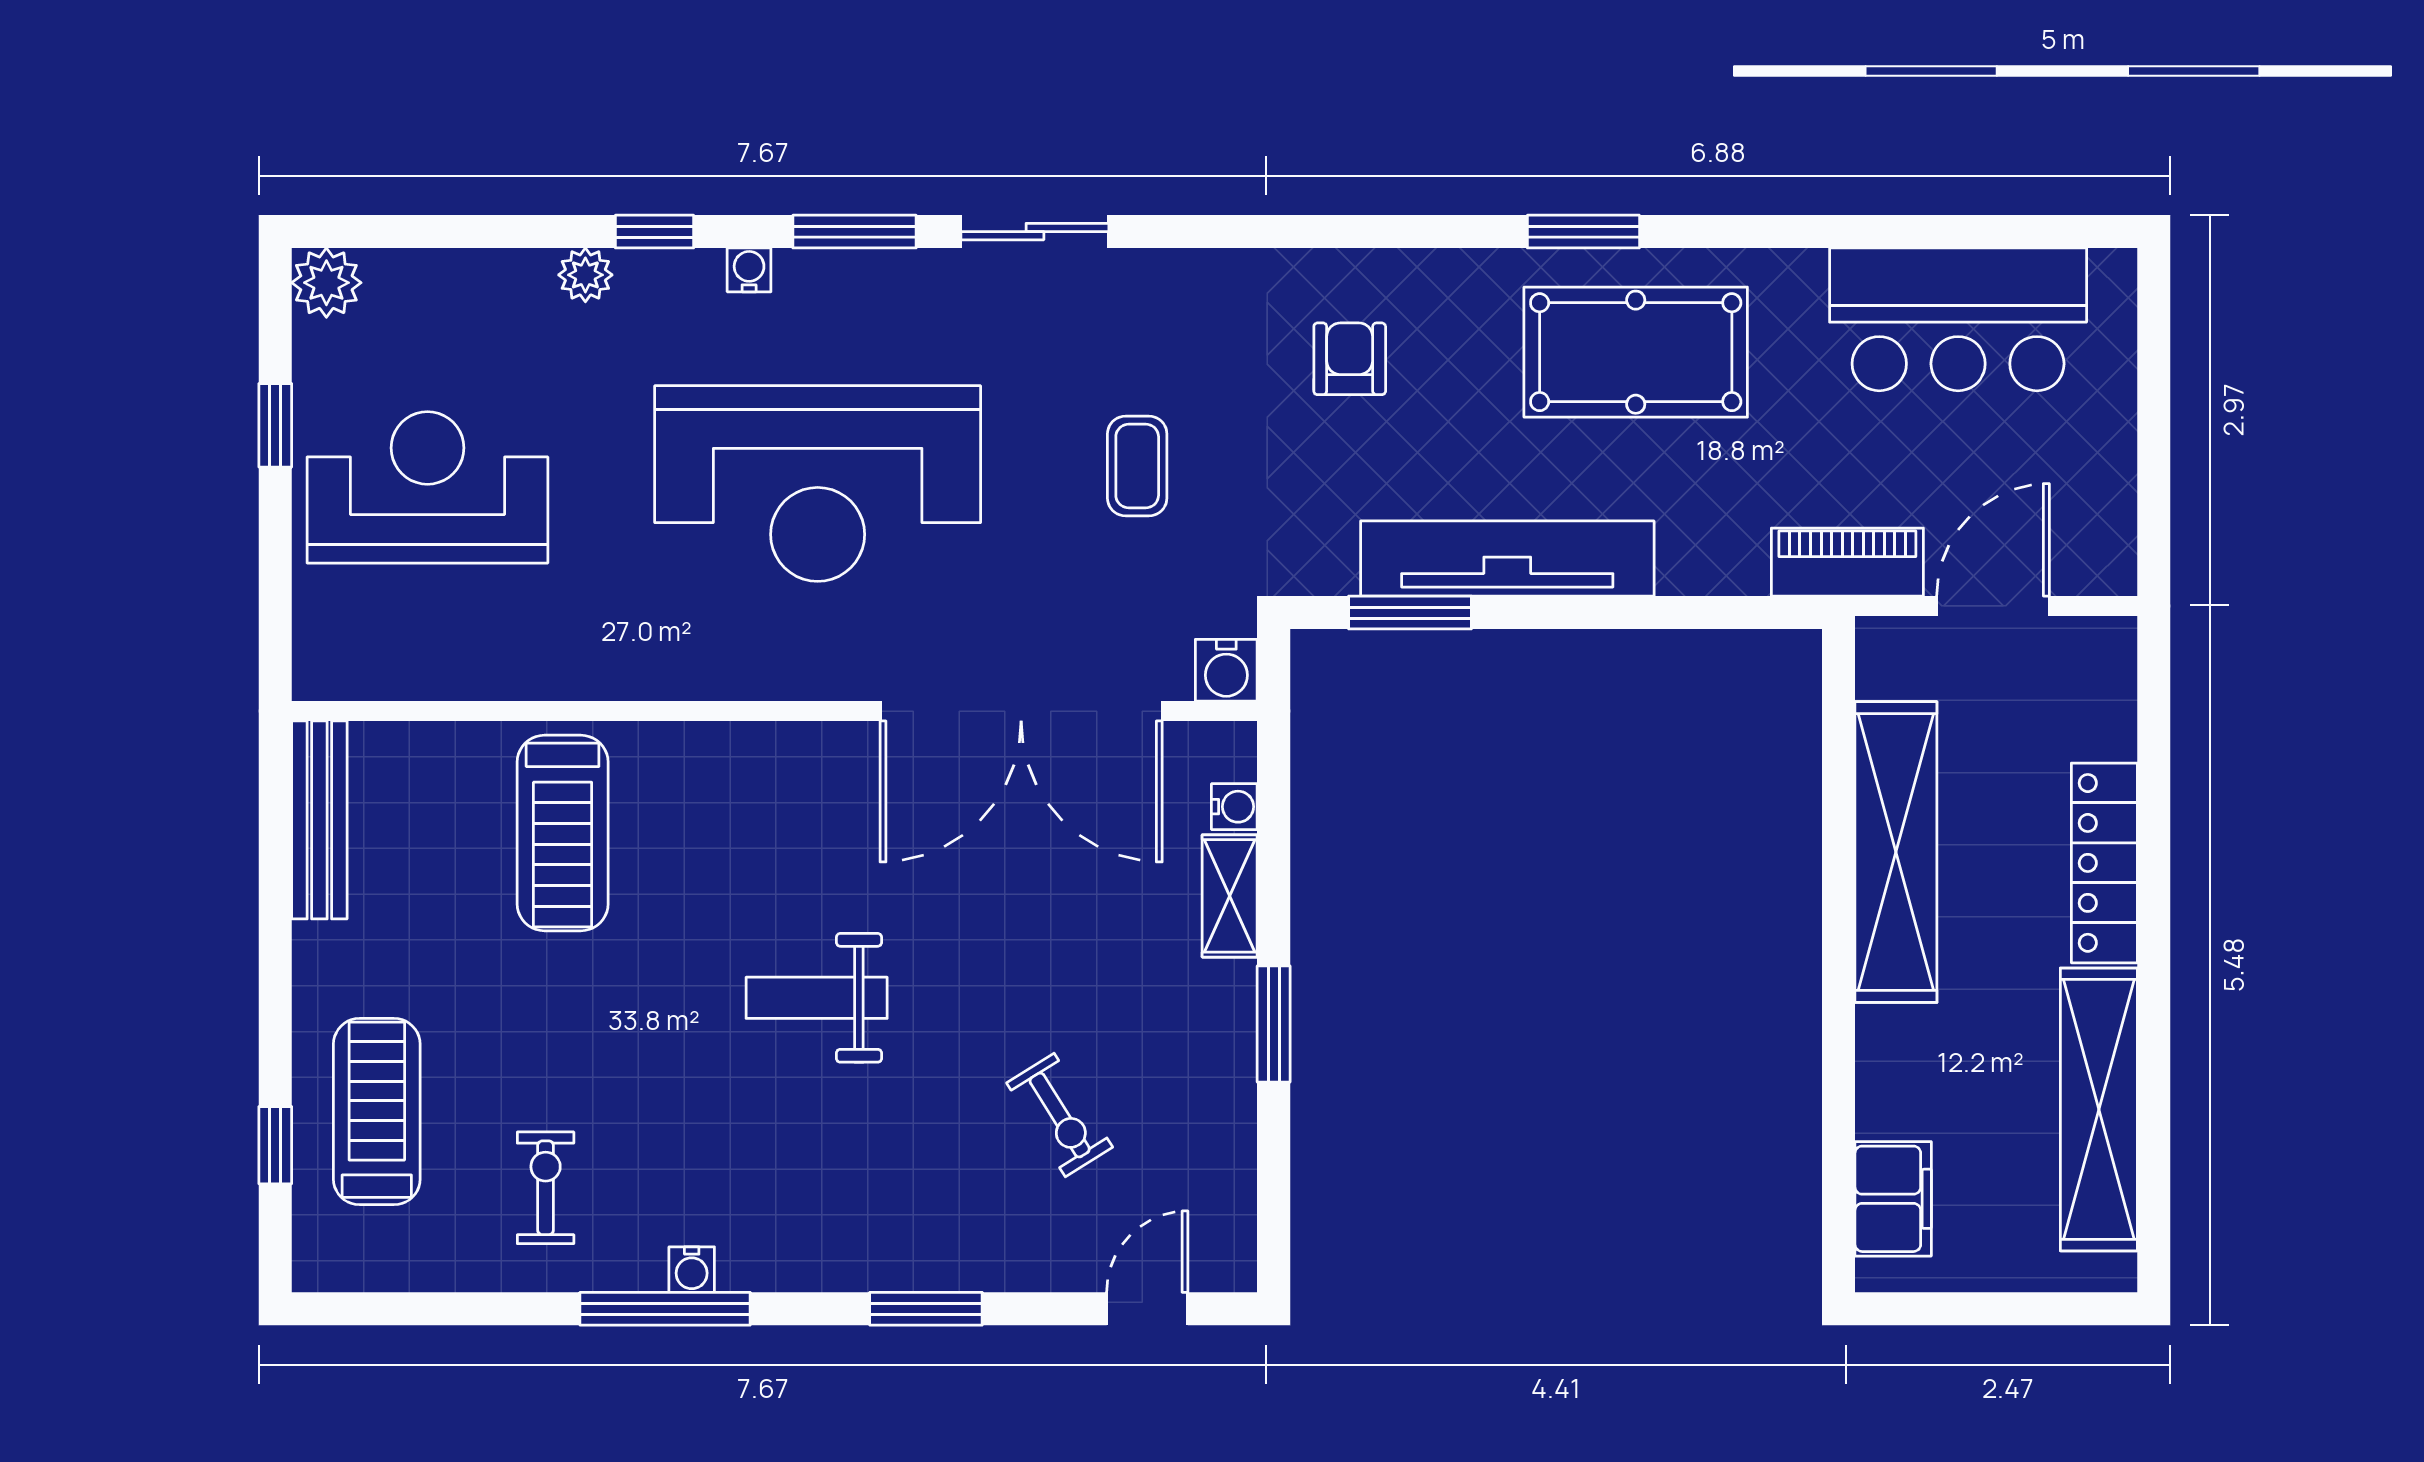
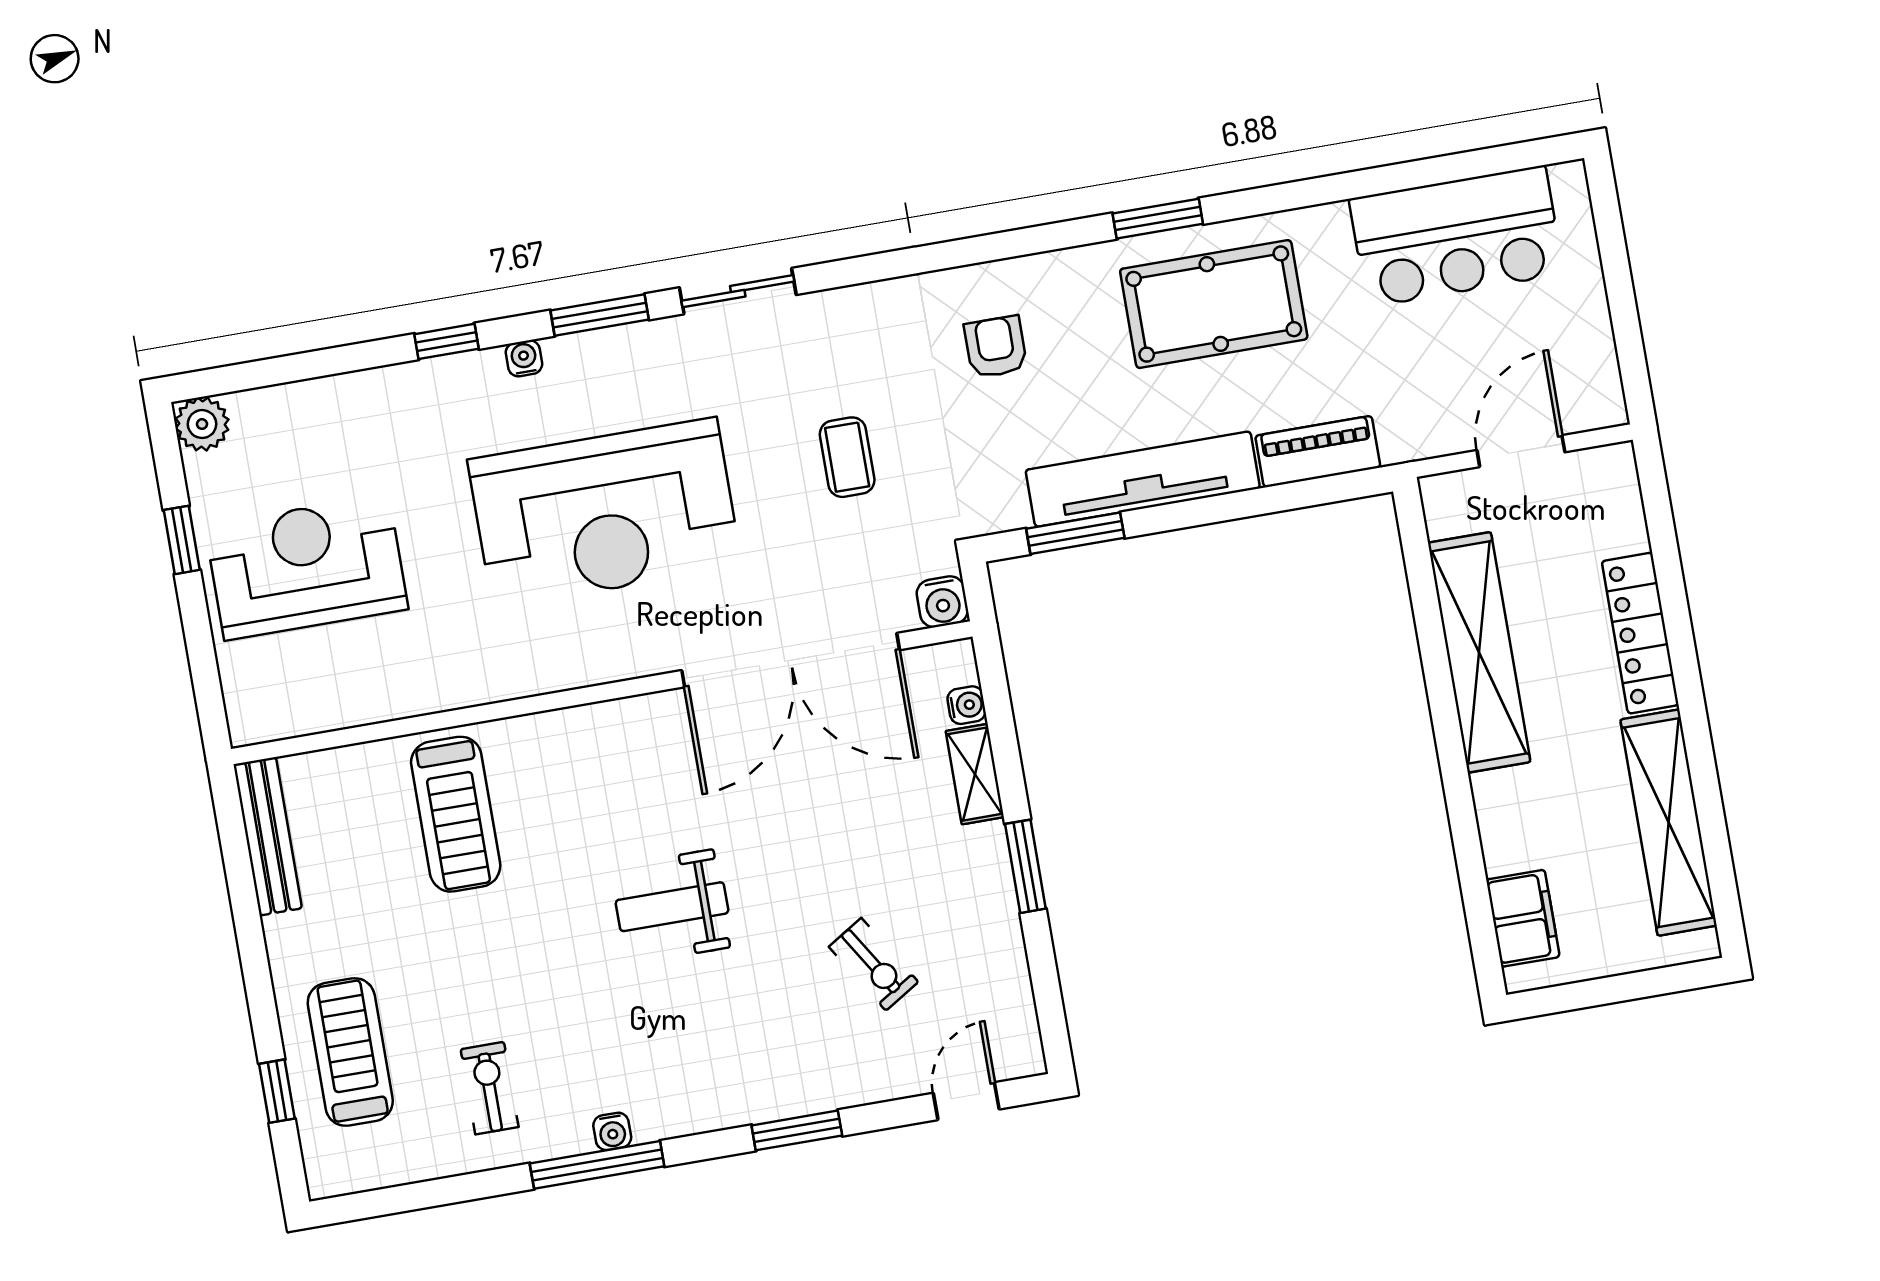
plant: (585, 275) -> (399, 384), removed
piano: (1847, 562) -> (1318, 452), moved

